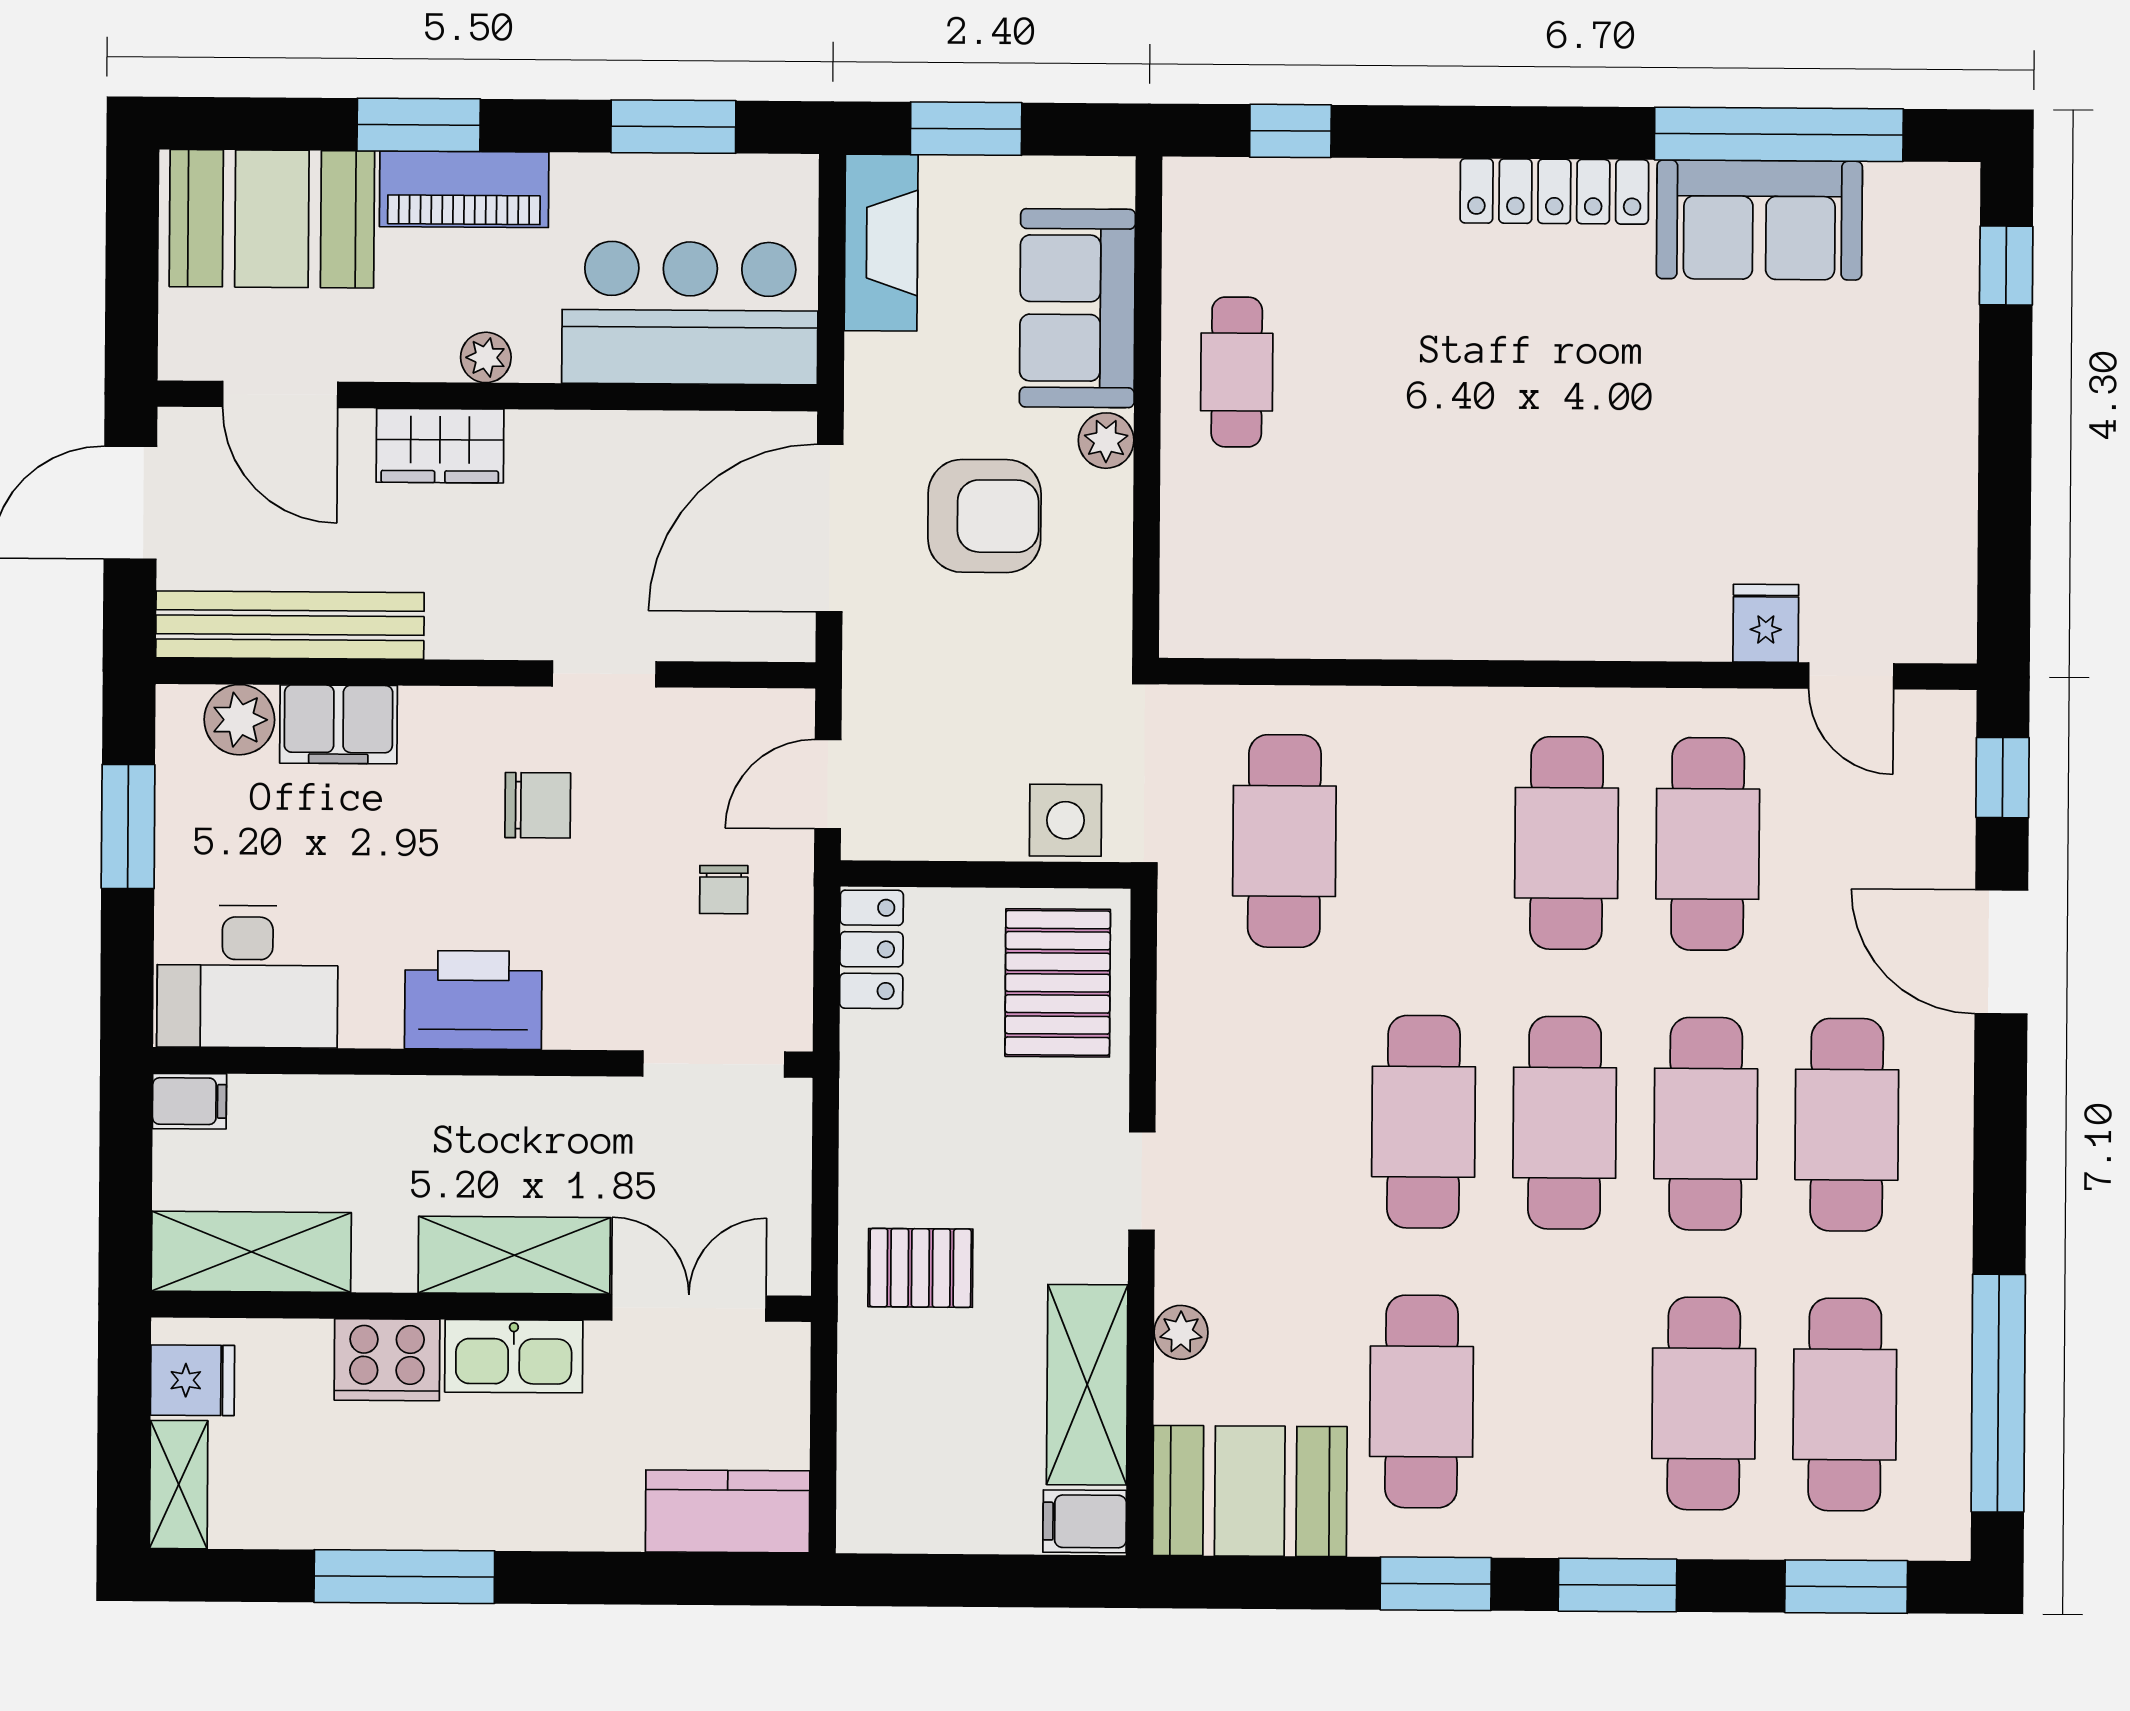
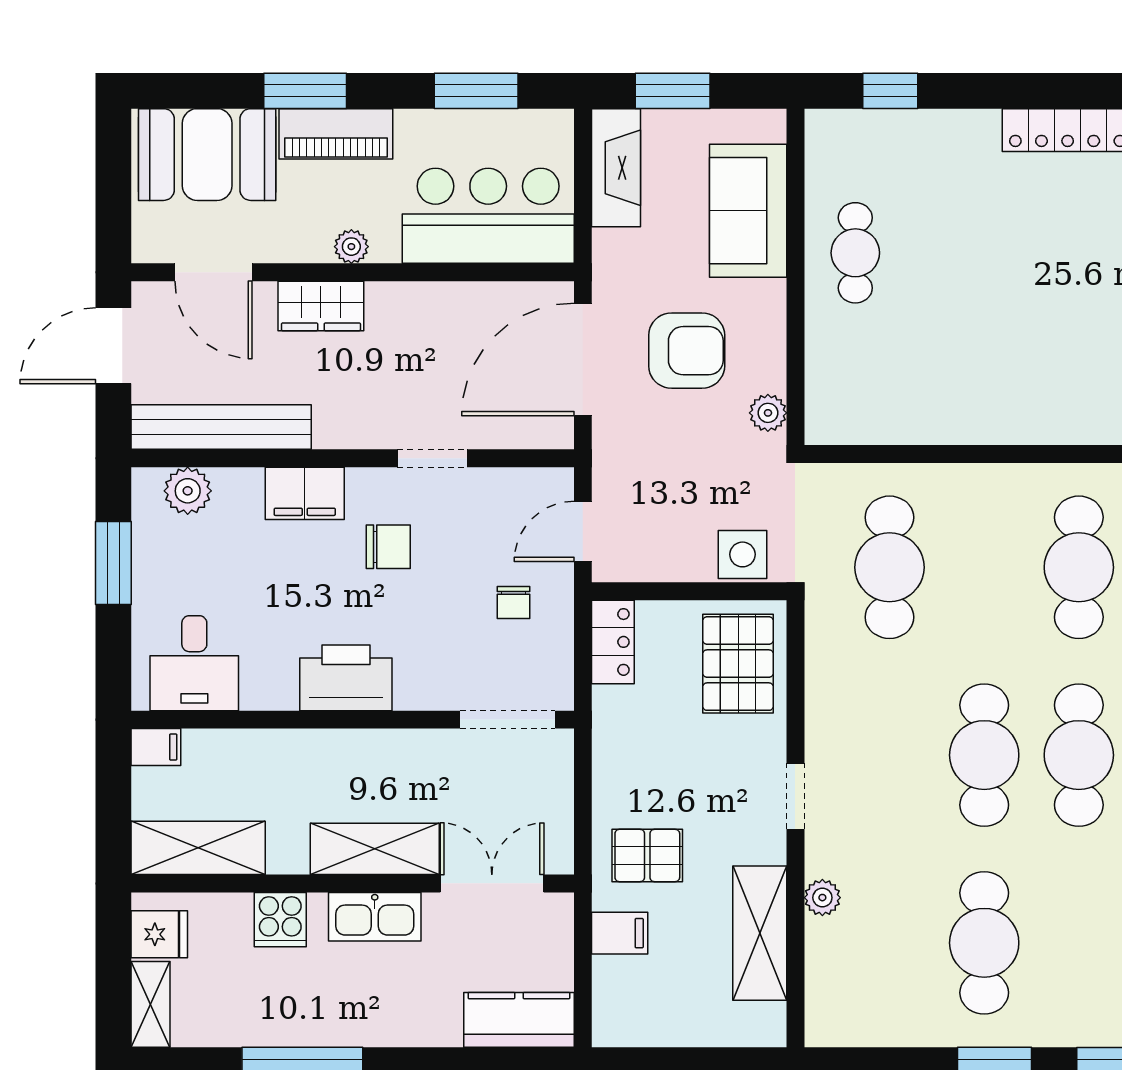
plant: (1106, 441) -> (768, 413), moved
filing cabinet: (338, 724) -> (305, 493), moved
desk: (247, 977) -> (194, 663), width x0.73
cooker: (387, 1360) -> (280, 920), width x0.73
booth: (1250, 1491) -> (869, 1004), removed
filing cabinet: (1085, 1521) -> (620, 933), moved, turned 180

